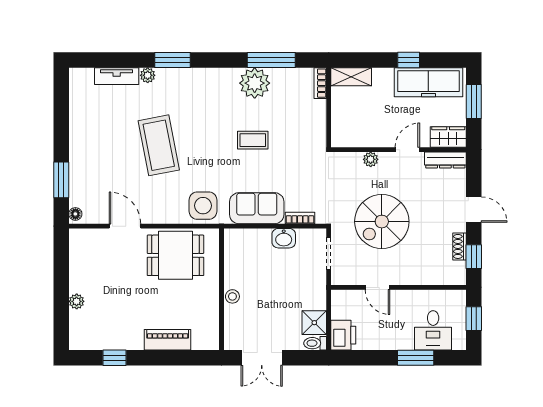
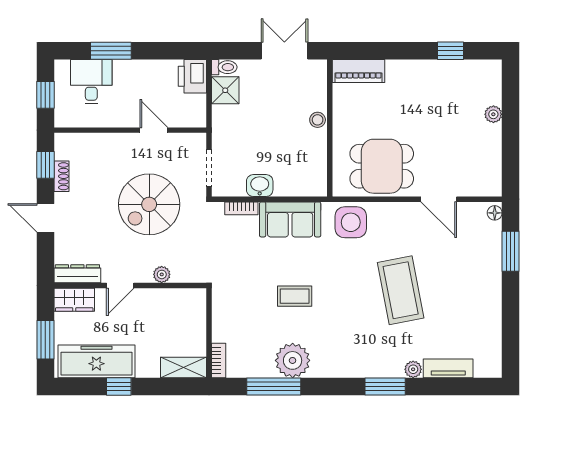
spiral stairs: (382, 222) -> (149, 204), turned 180
piano: (168, 340) -> (358, 71), moved

